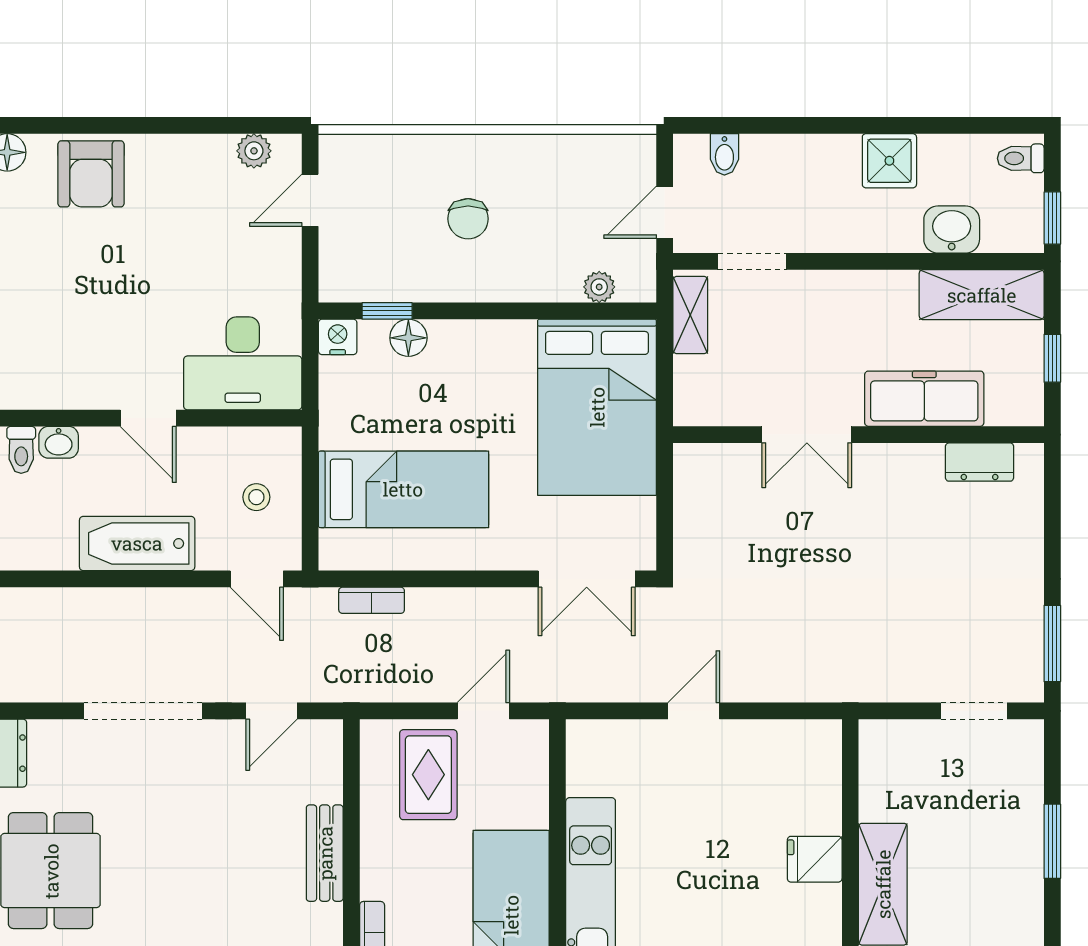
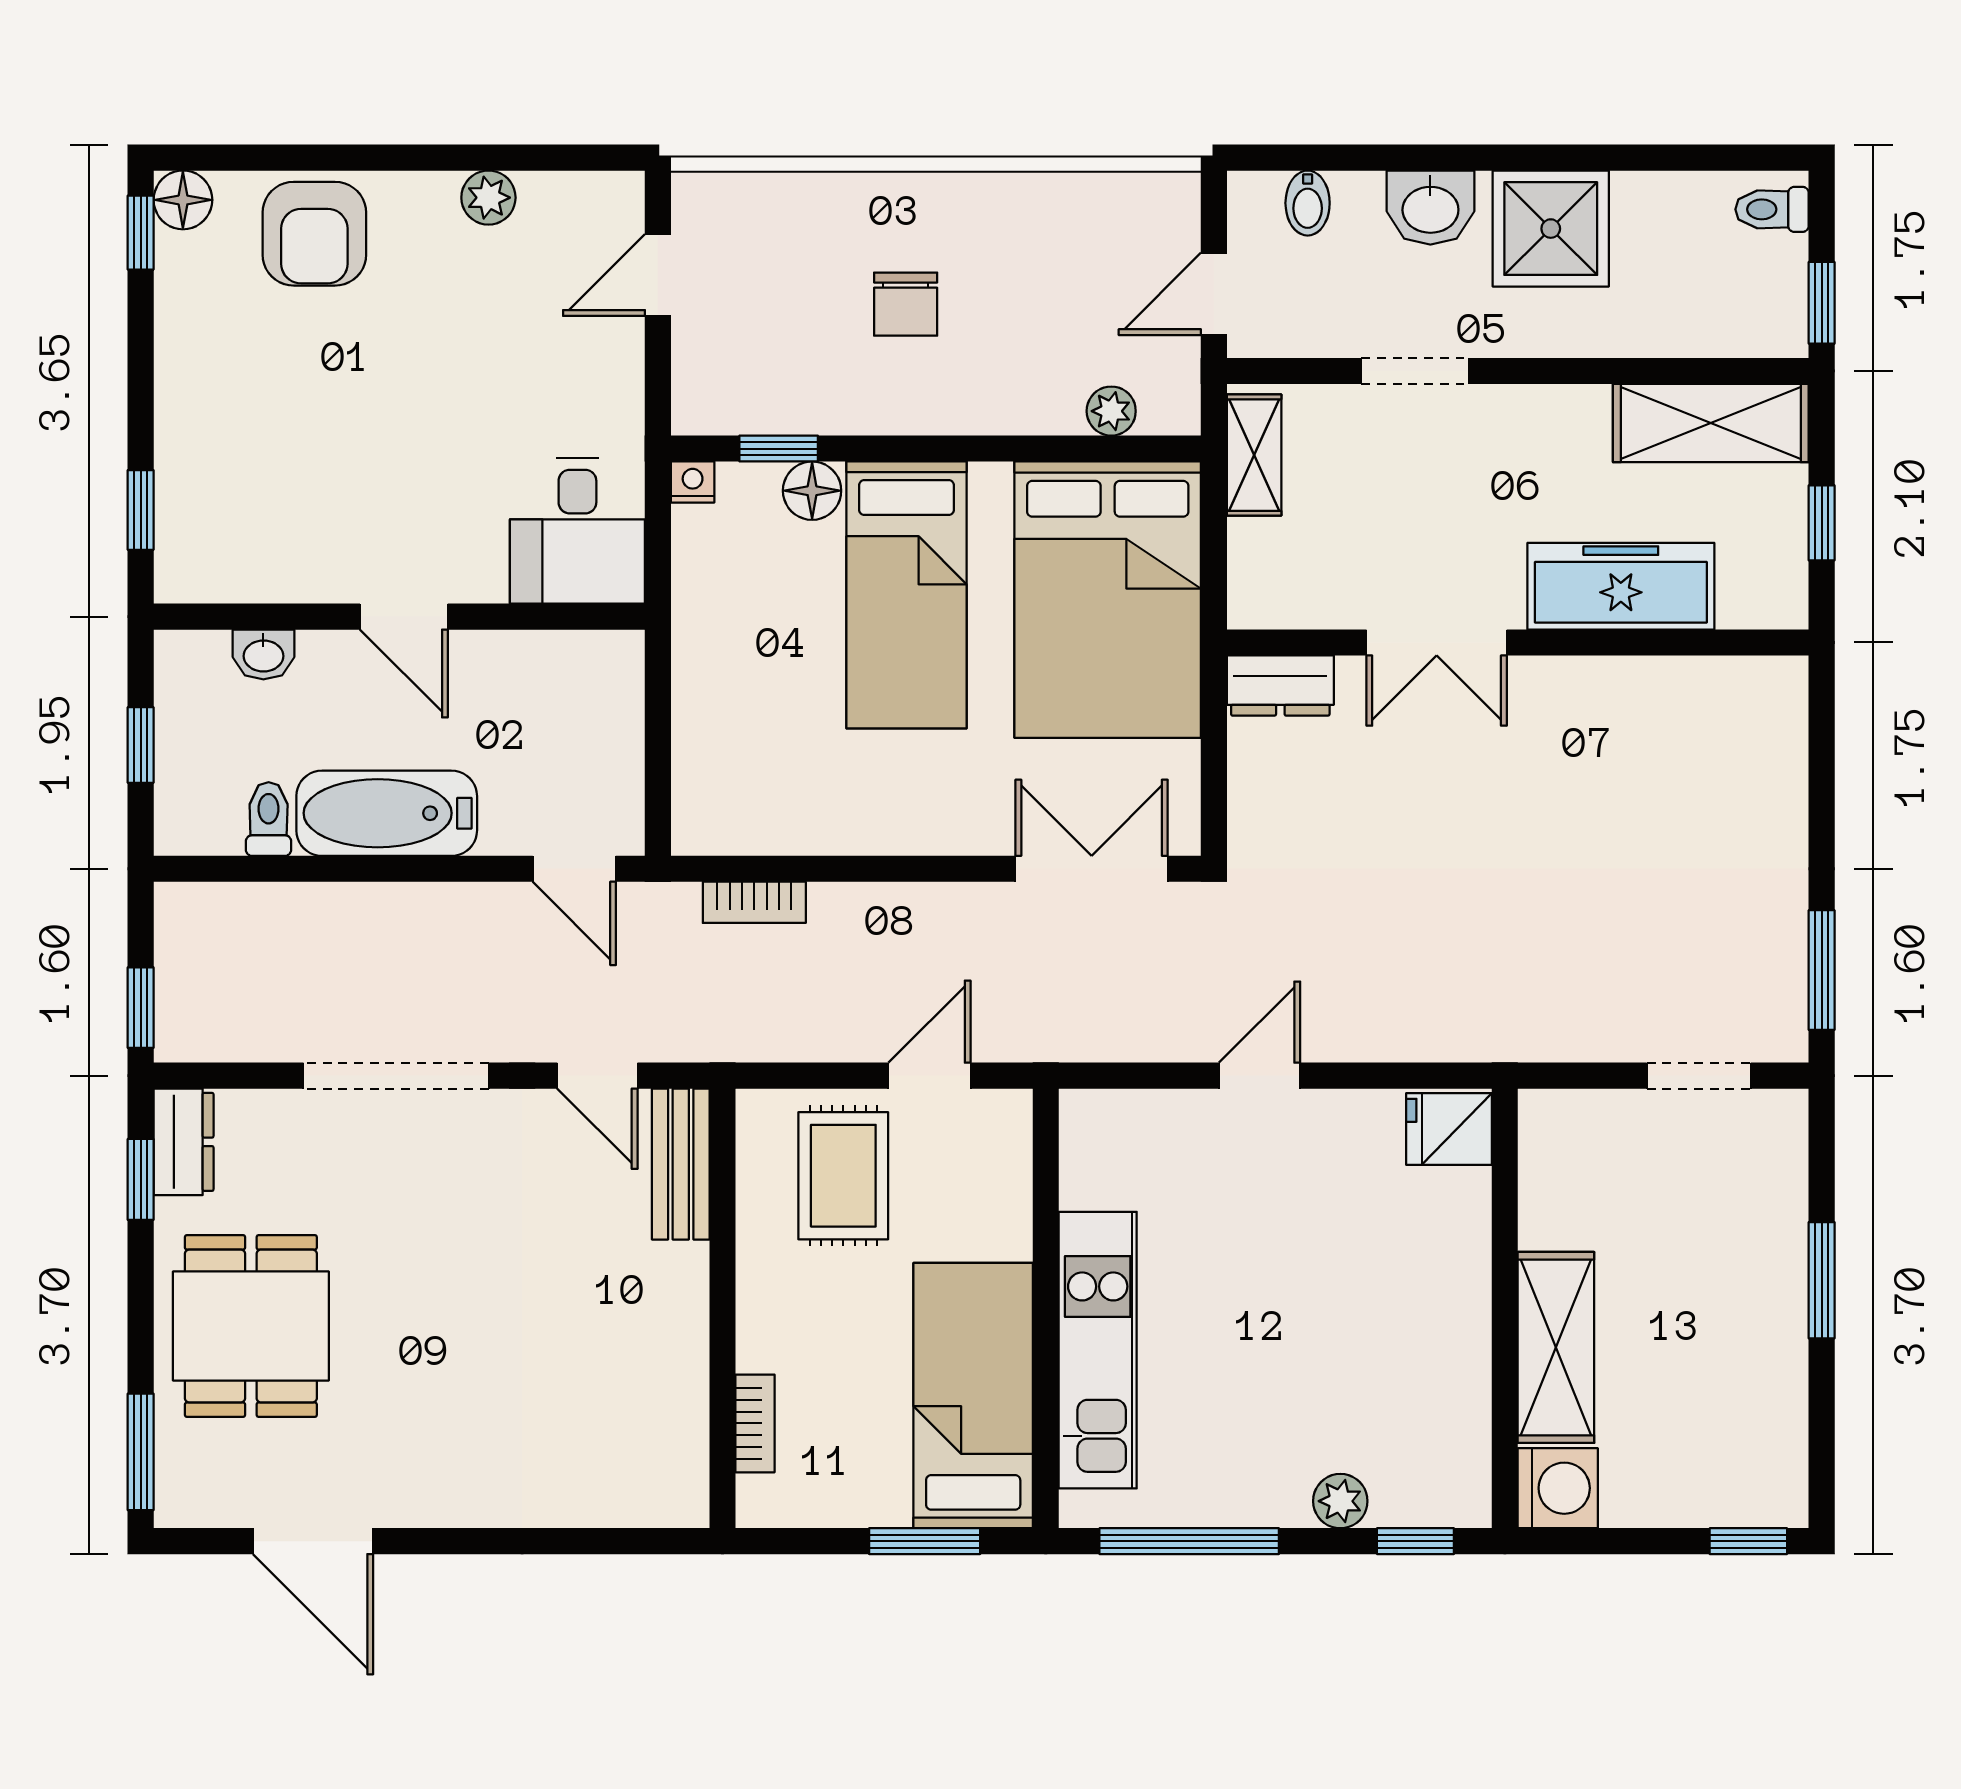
plant: (254, 151) -> (488, 198), moved
shower: (889, 161) -> (1551, 229), width x1.36, depth x1.36
washbasin: (952, 230) -> (1430, 208), moved, turned 180
doorway: (752, 261) -> (1415, 371), moved
nightstand: (338, 337) -> (693, 482), width x0.72, depth x0.74
desk: (243, 363) -> (577, 531), width x0.73
toilet: (21, 450) -> (269, 819), moved, turned 180
dresser: (980, 462) -> (1280, 686), moved
bed: (403, 489) -> (906, 595), moved, turned 90
stool: (256, 497) -> (574, 741), removed
double door: (587, 579) -> (1092, 869), swing flipped
door: (271, 711) -> (597, 1076), hinge flipped
bench: (325, 853) -> (681, 1164), moved
fridge: (815, 859) -> (1449, 1129), moved

